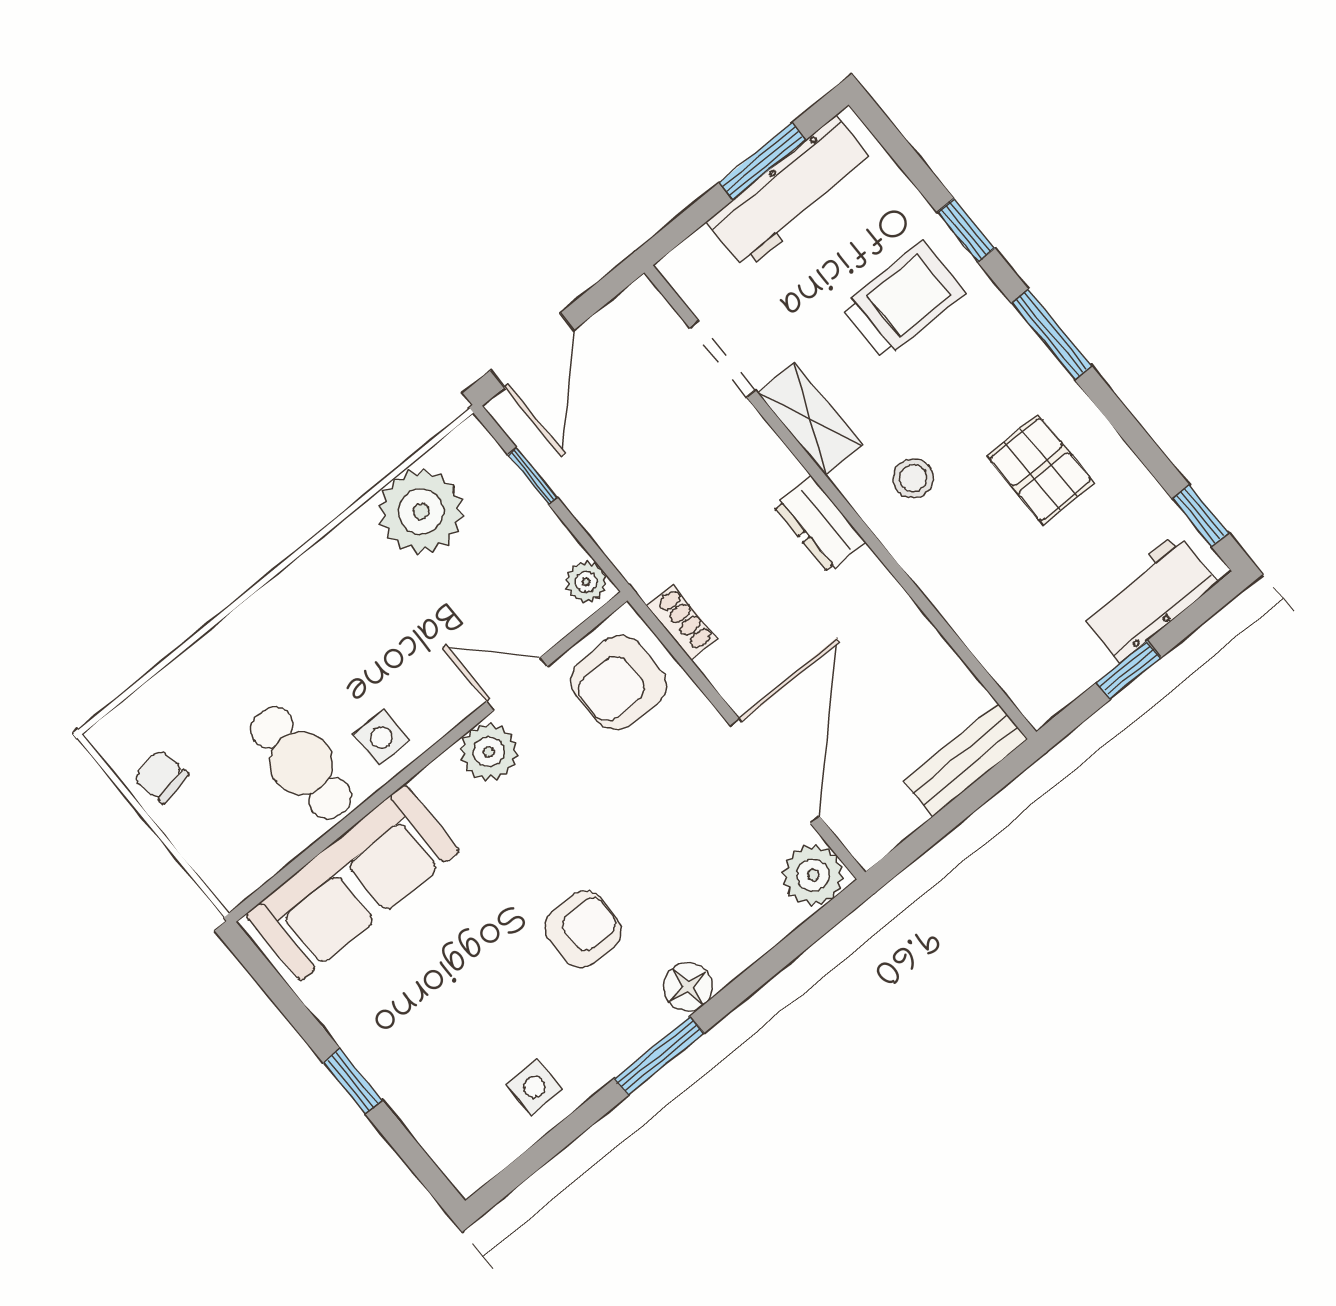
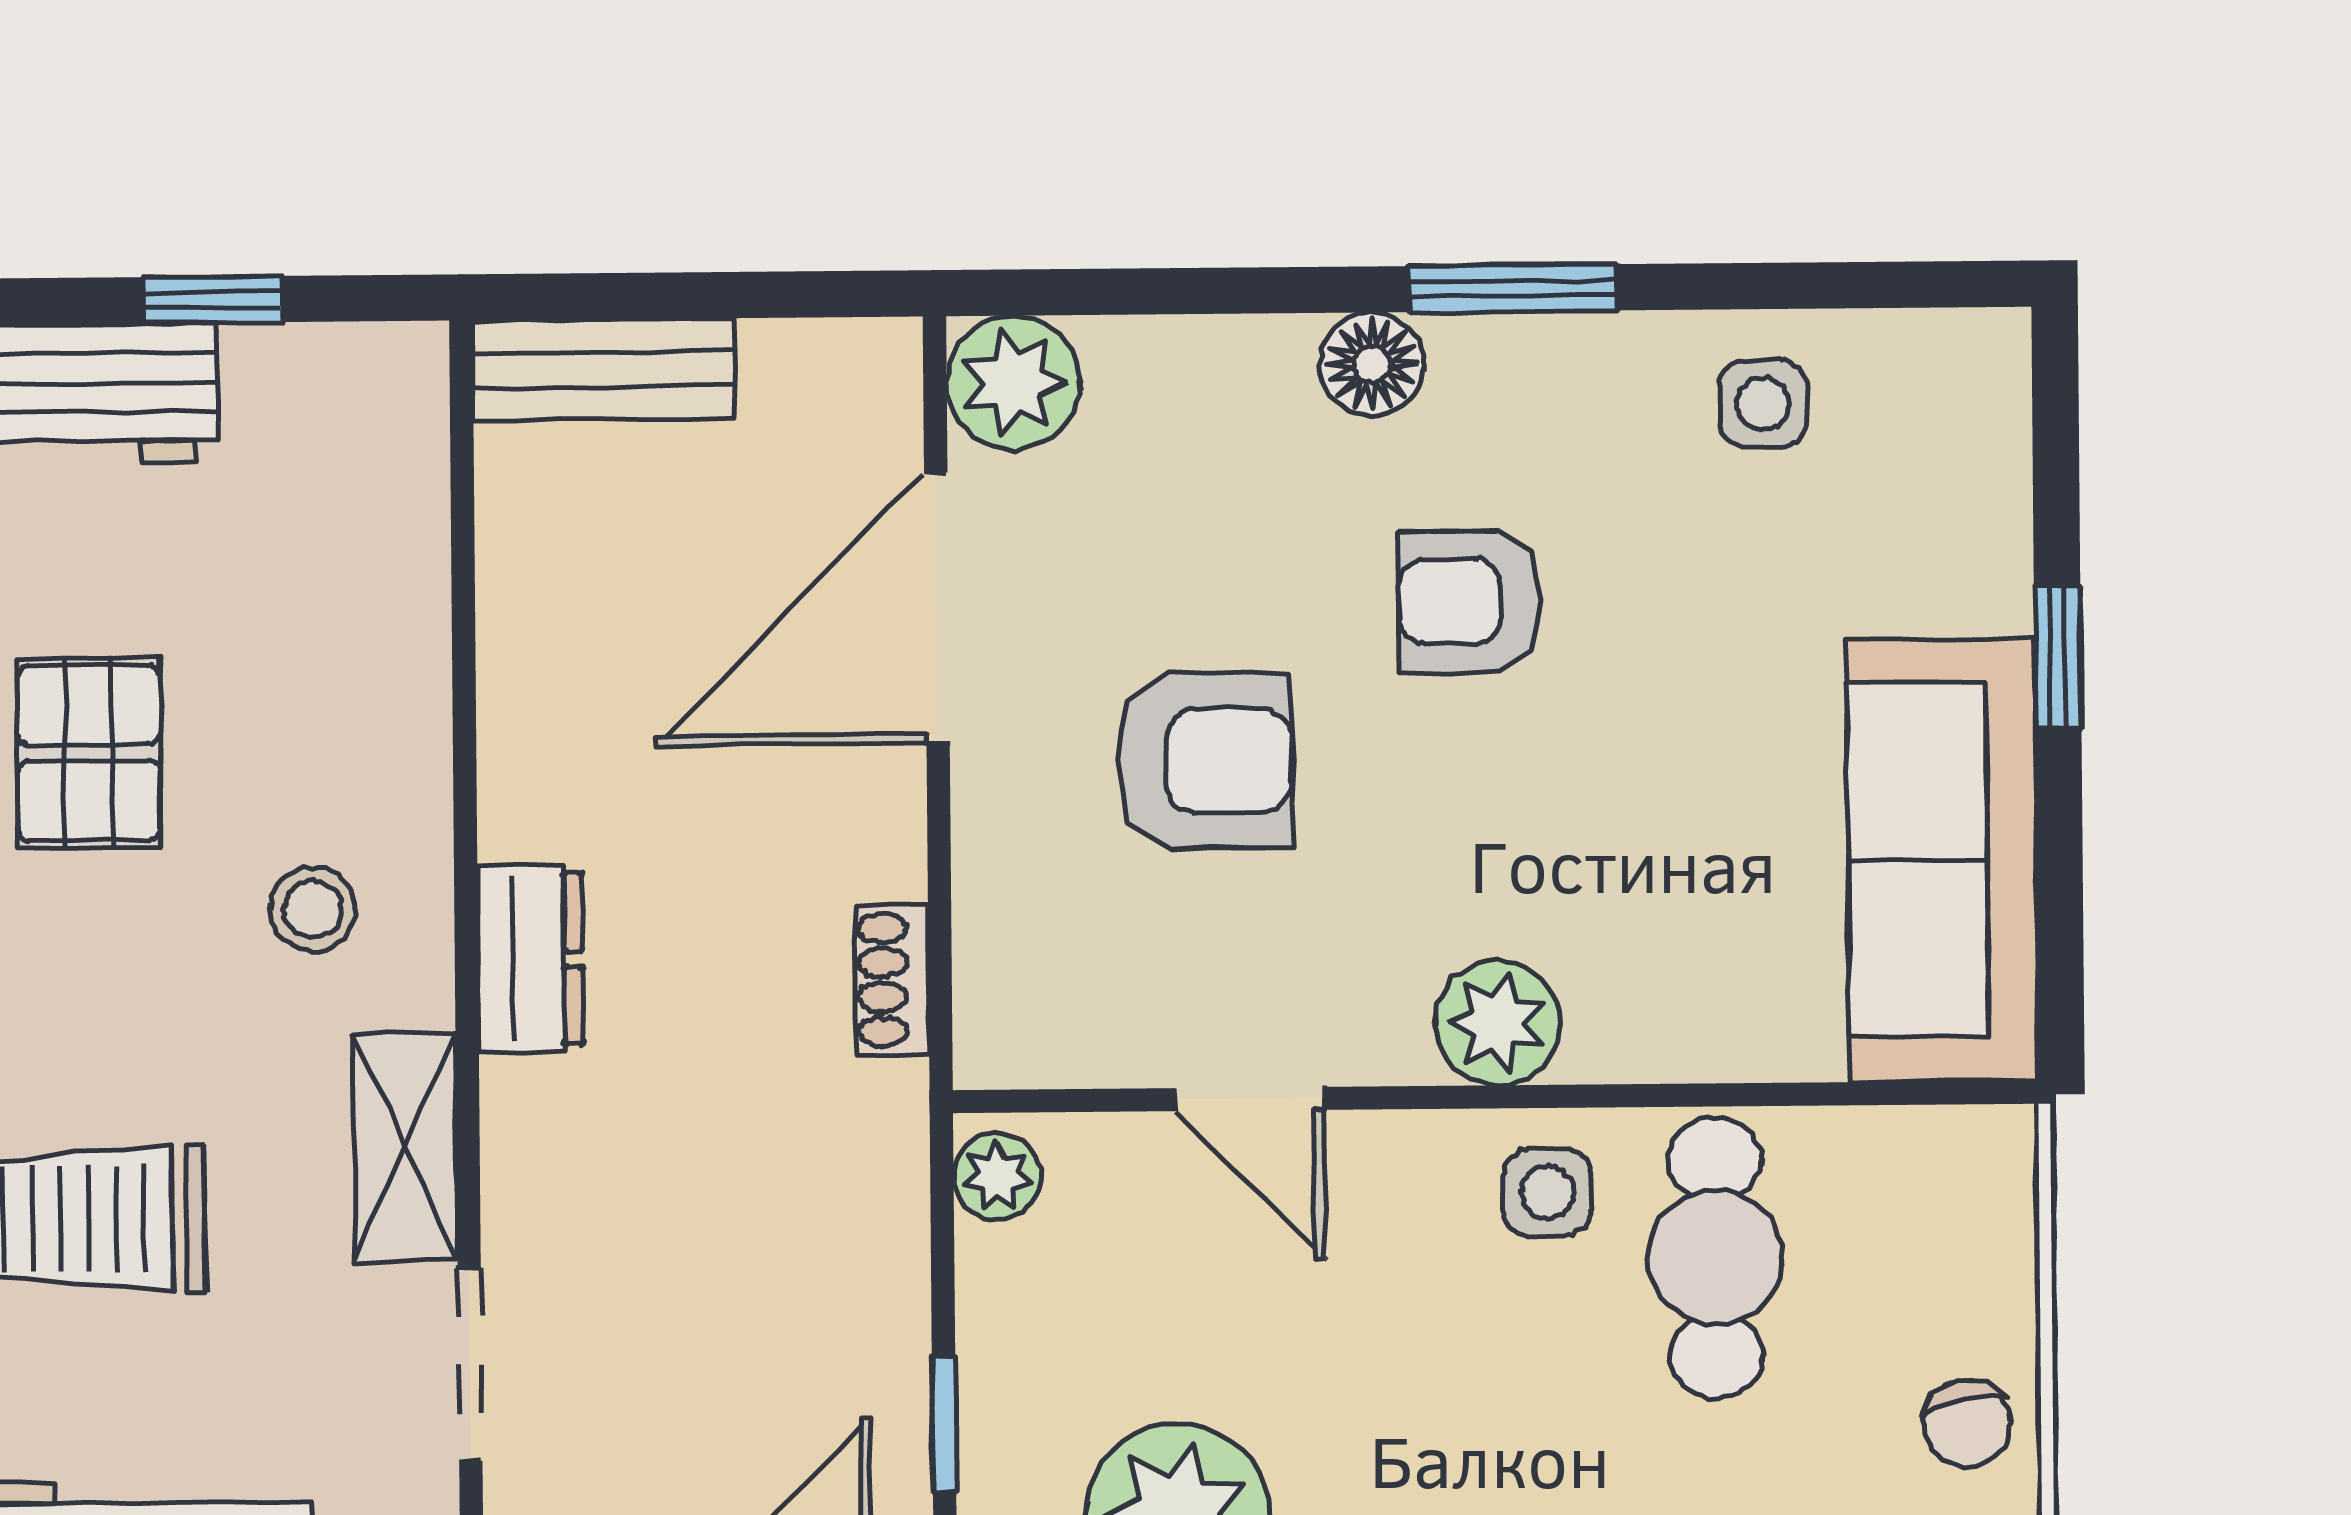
armchair: (619, 683) -> (1204, 761), moved
plant: (489, 752) -> (1498, 1023), moved
sofa: (353, 883) -> (1942, 860), moved, turned -90

